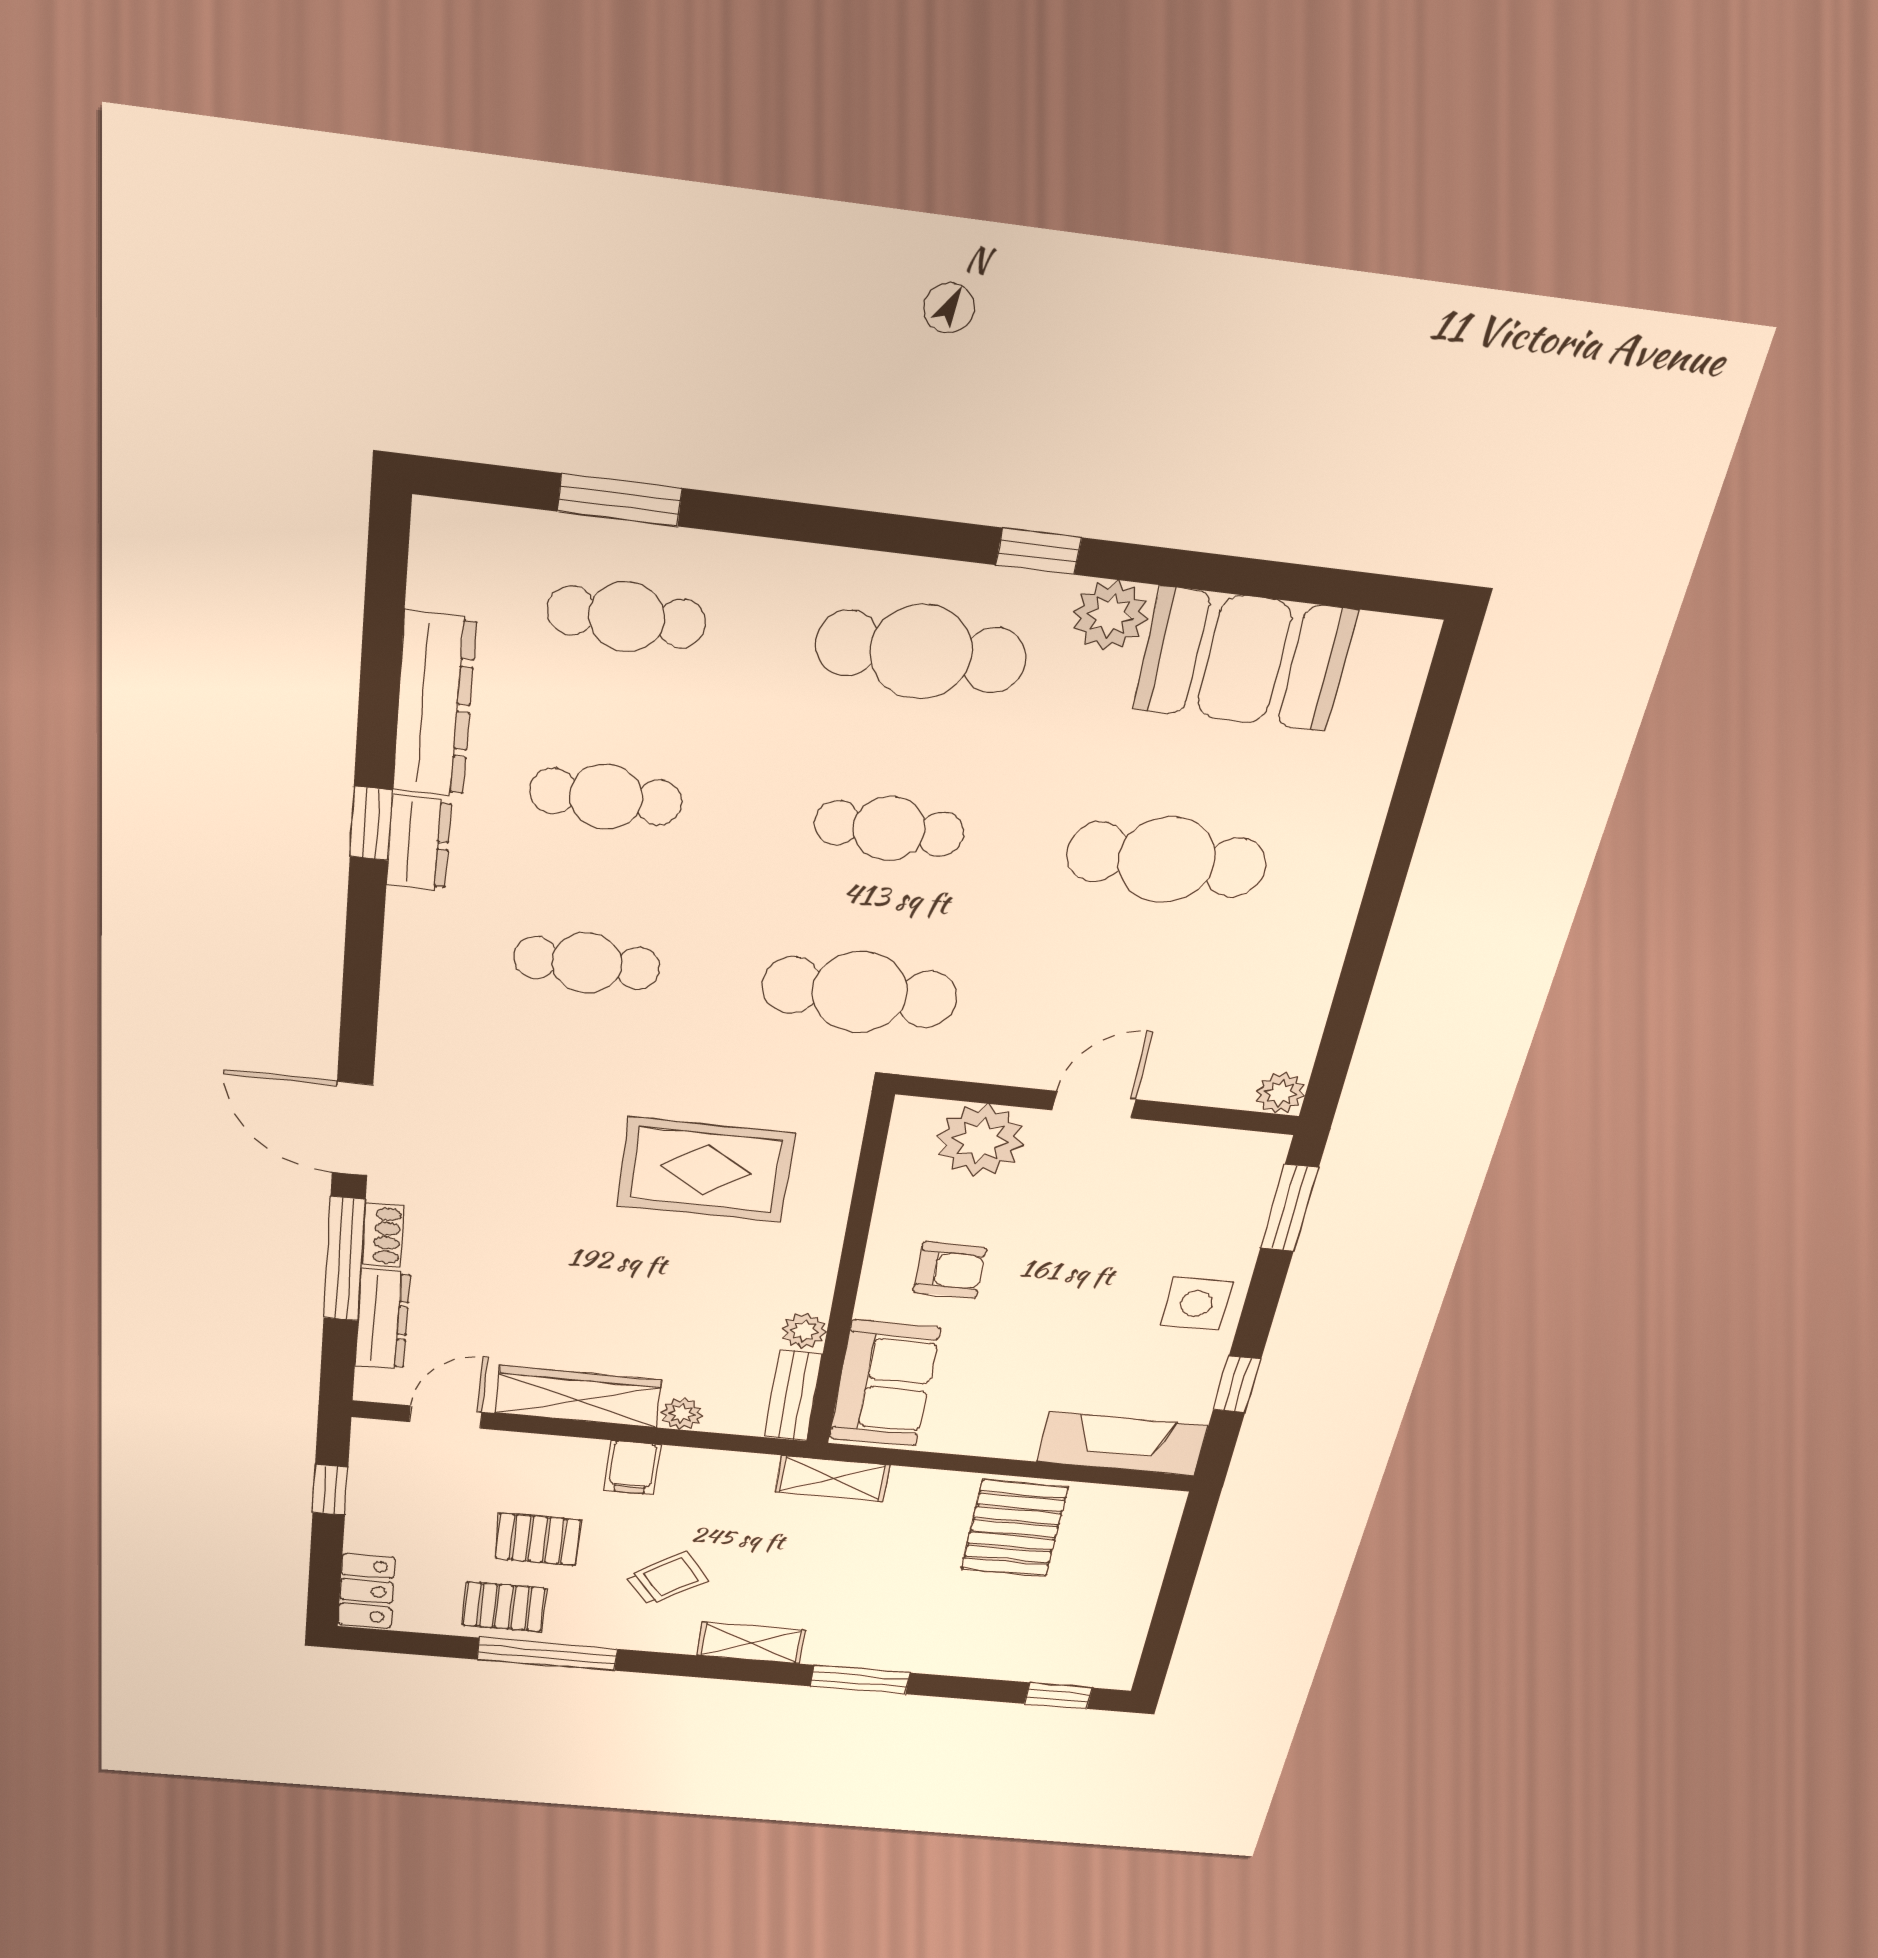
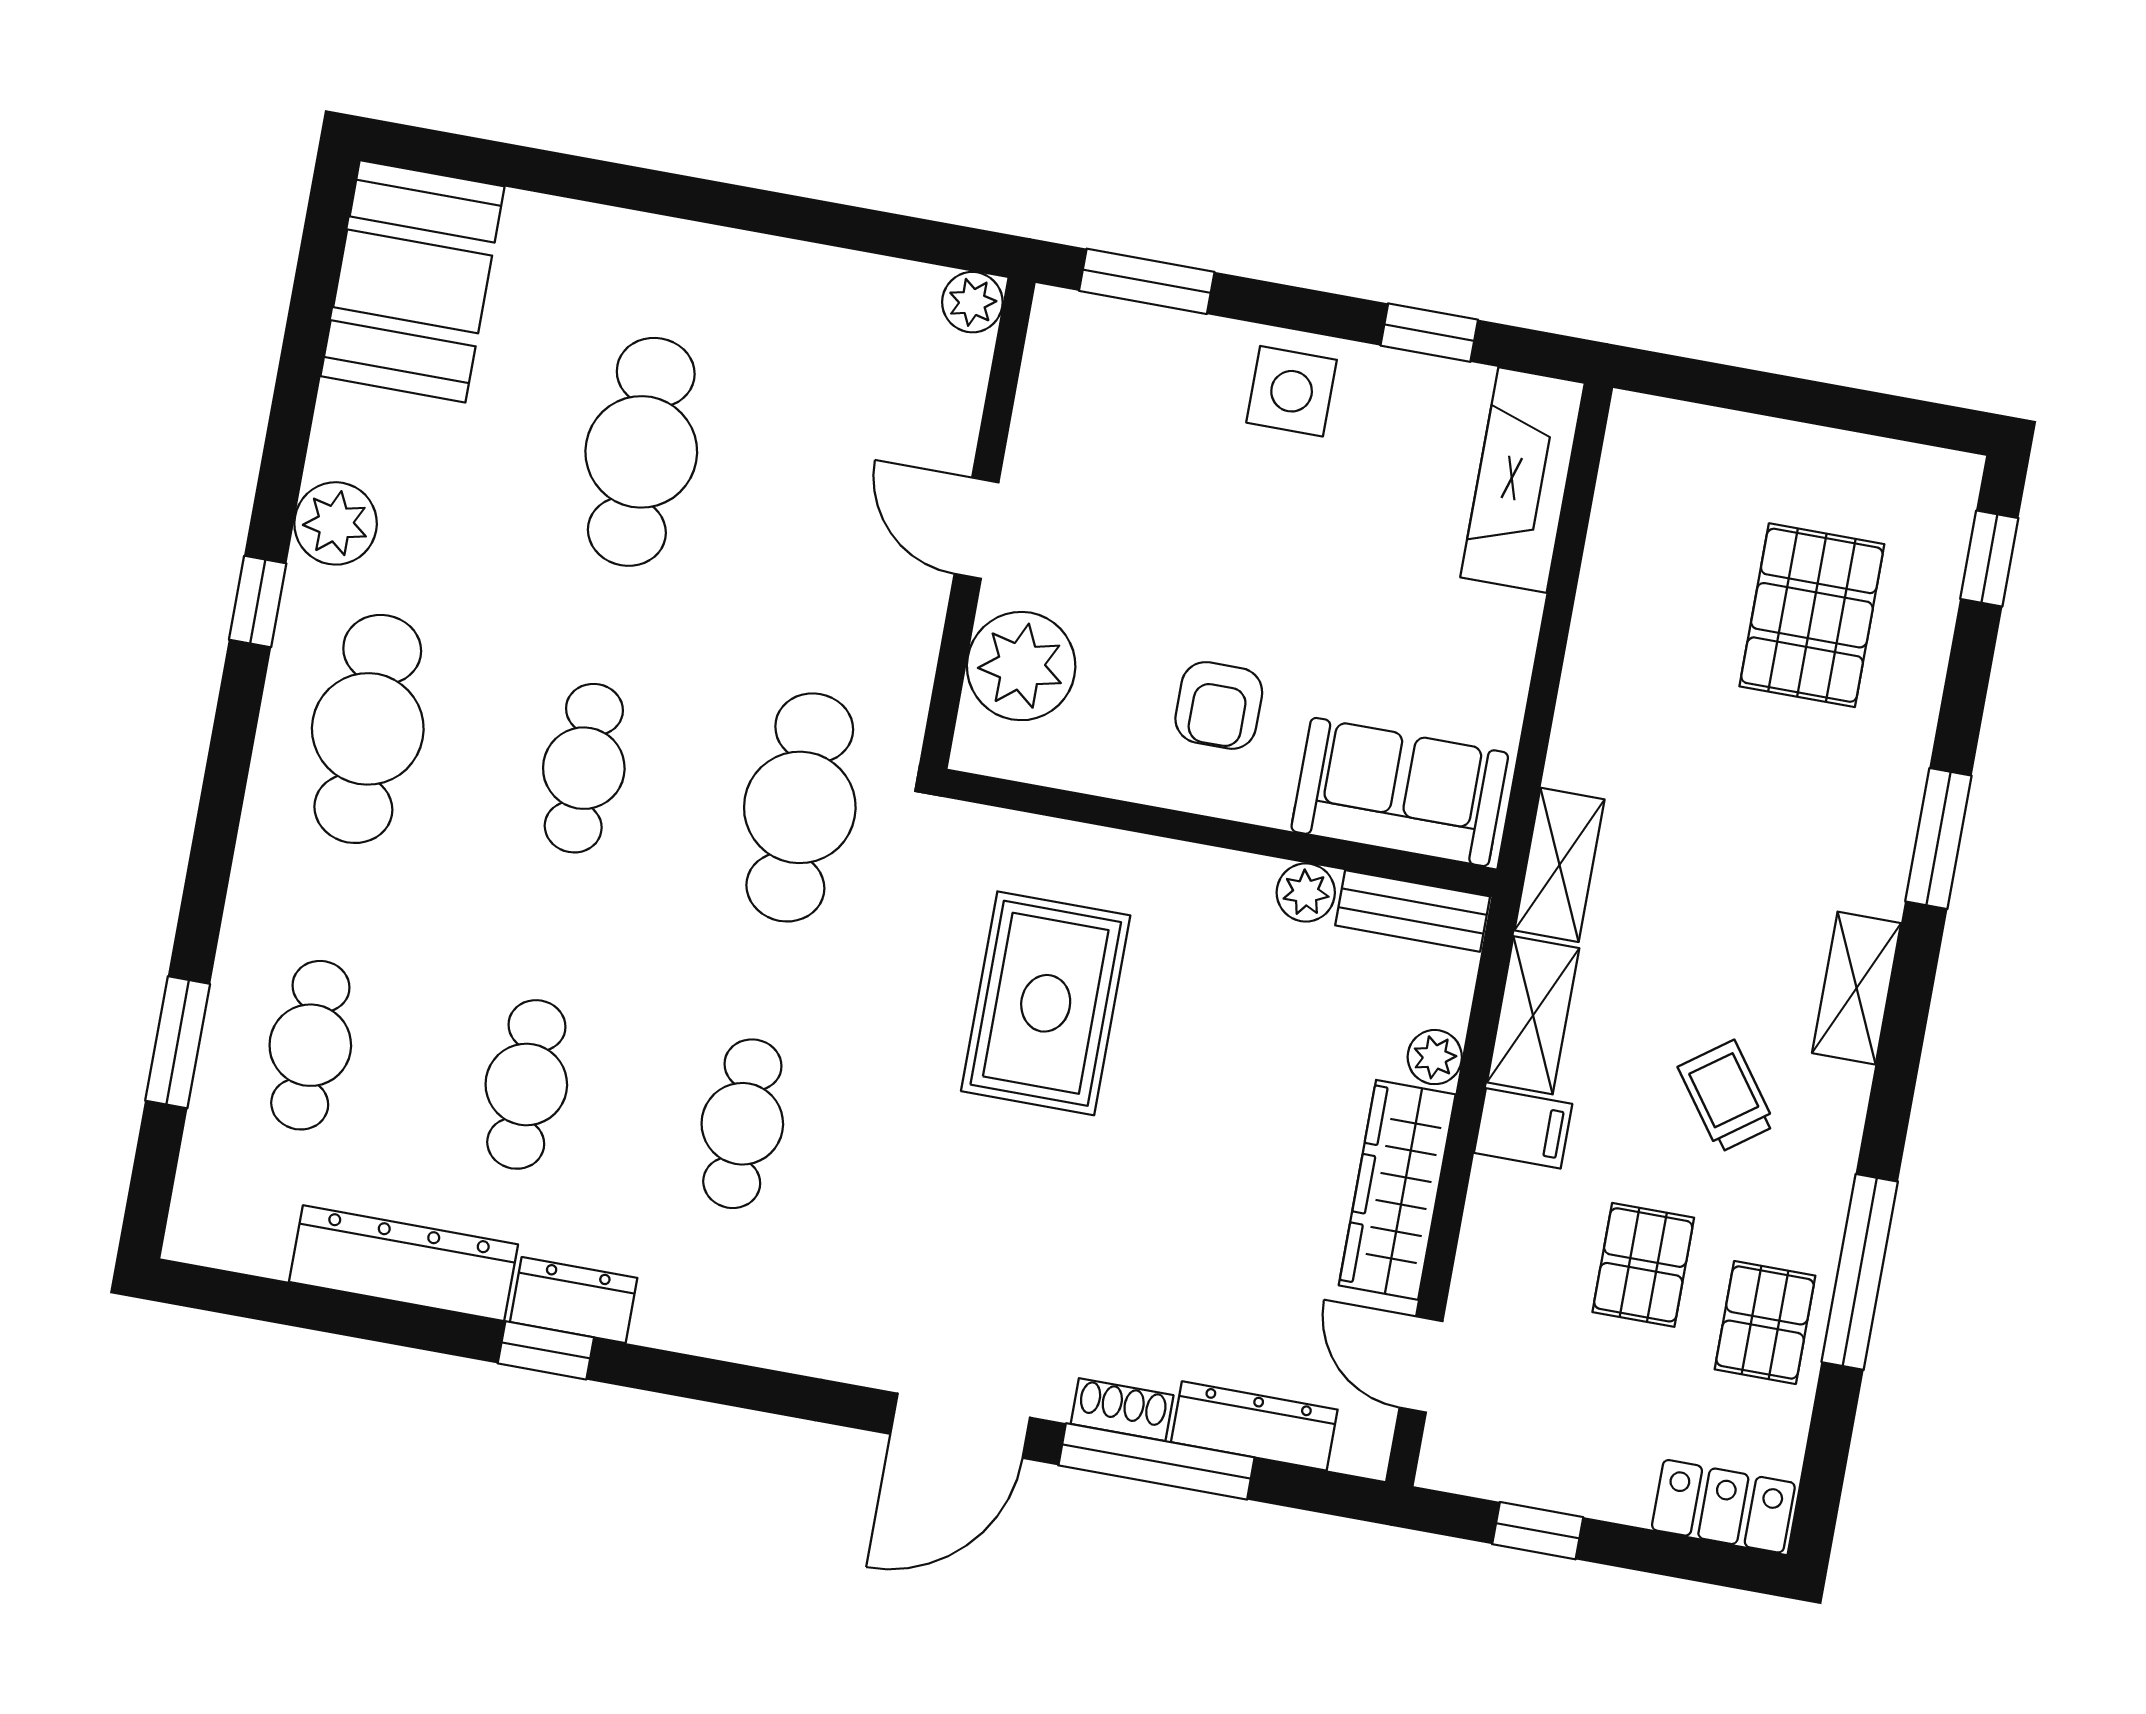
booth: (1244, 660) -> (413, 281), moved
armchair: (950, 1270) -> (1219, 705), turned 180
shelving: (718, 1469) -> (1533, 1015), added
pallet: (1014, 1528) -> (1812, 615), moved, turned 90

